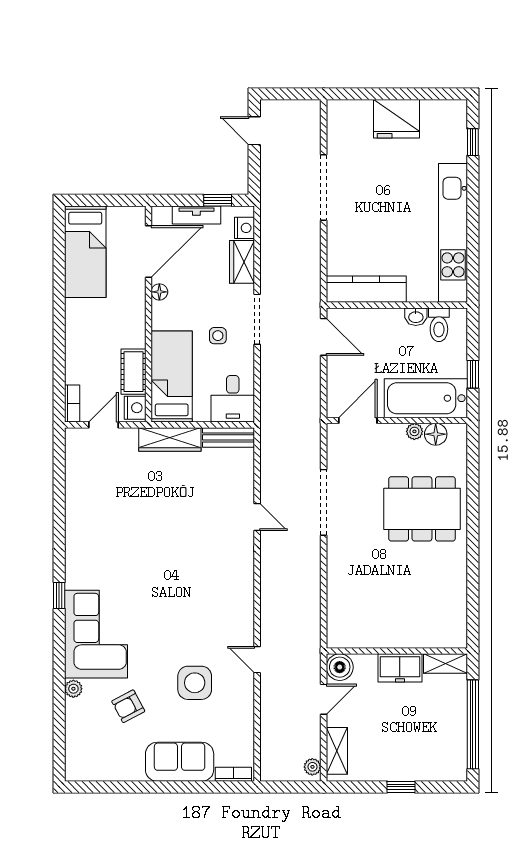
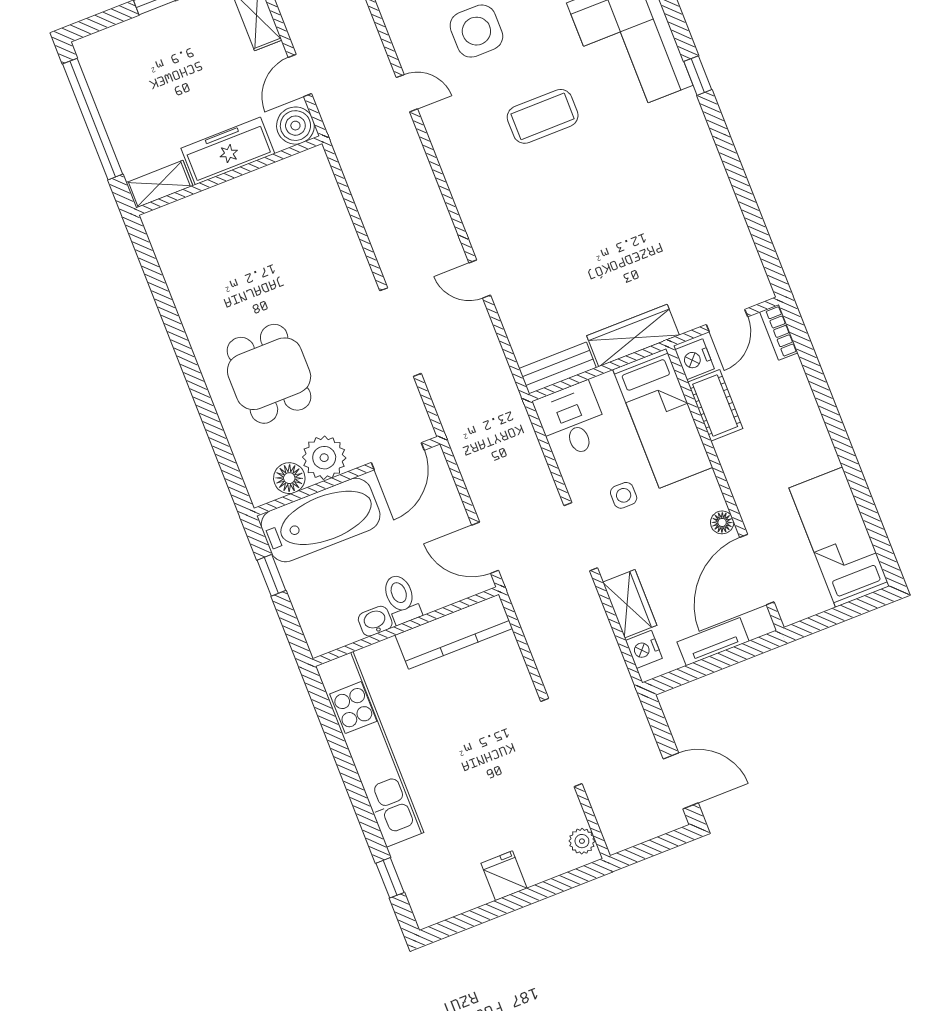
plant: (336, 116) -> (582, 841), added
fridge: (396, 119) -> (504, 876), width x0.53, depth x0.75
door: (254, 131) -> (681, 781), width x1.38
window: (218, 200) -> (693, 672), removed
toilet: (439, 325) -> (401, 599), moved
plant: (414, 431) -> (324, 458), width x1.88, depth x1.88
dining table: (422, 509) -> (269, 374), width x0.73
coffee table: (173, 609) -> (543, 116), added
freezer: (400, 668) -> (228, 151), width x1.40

